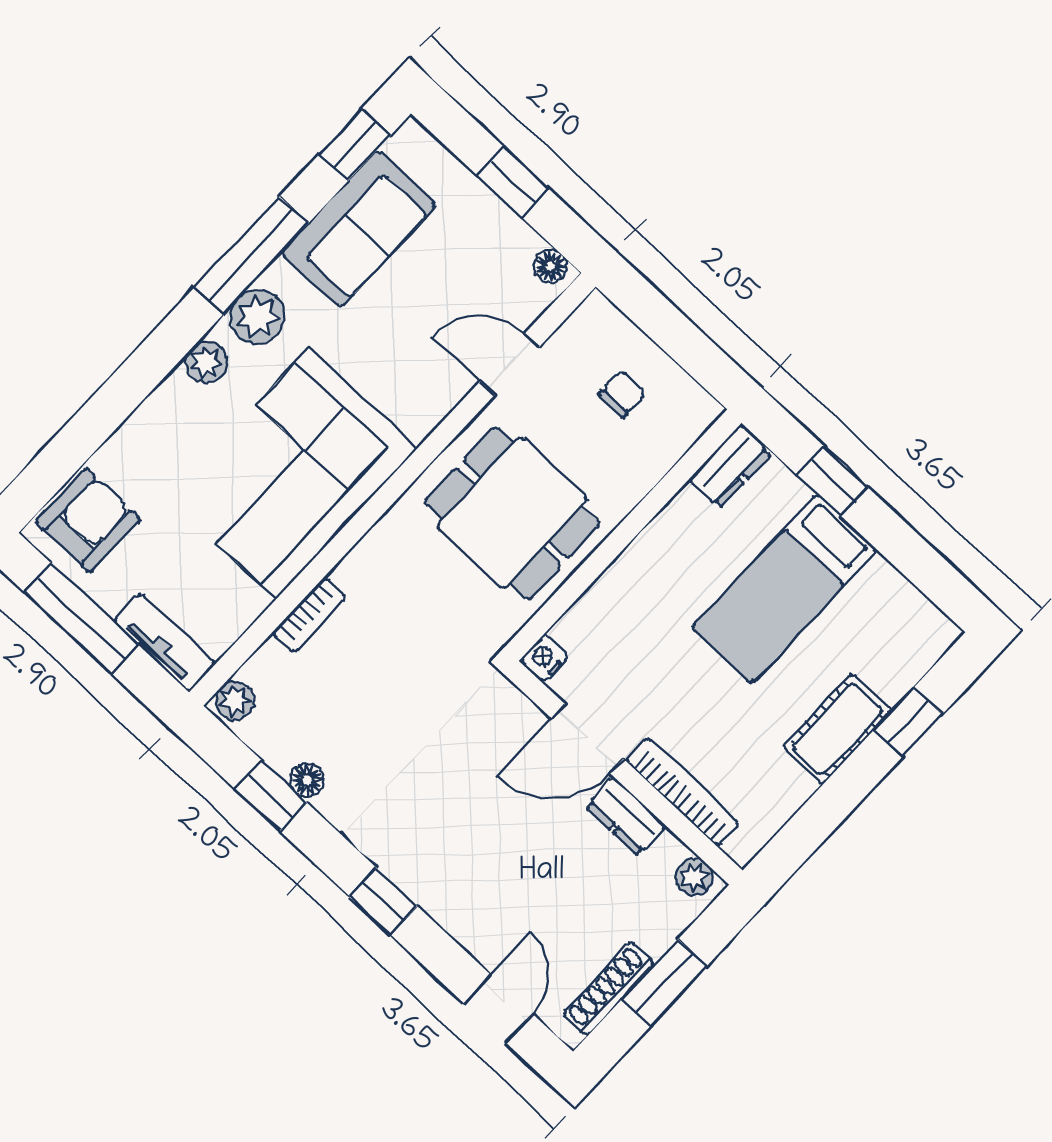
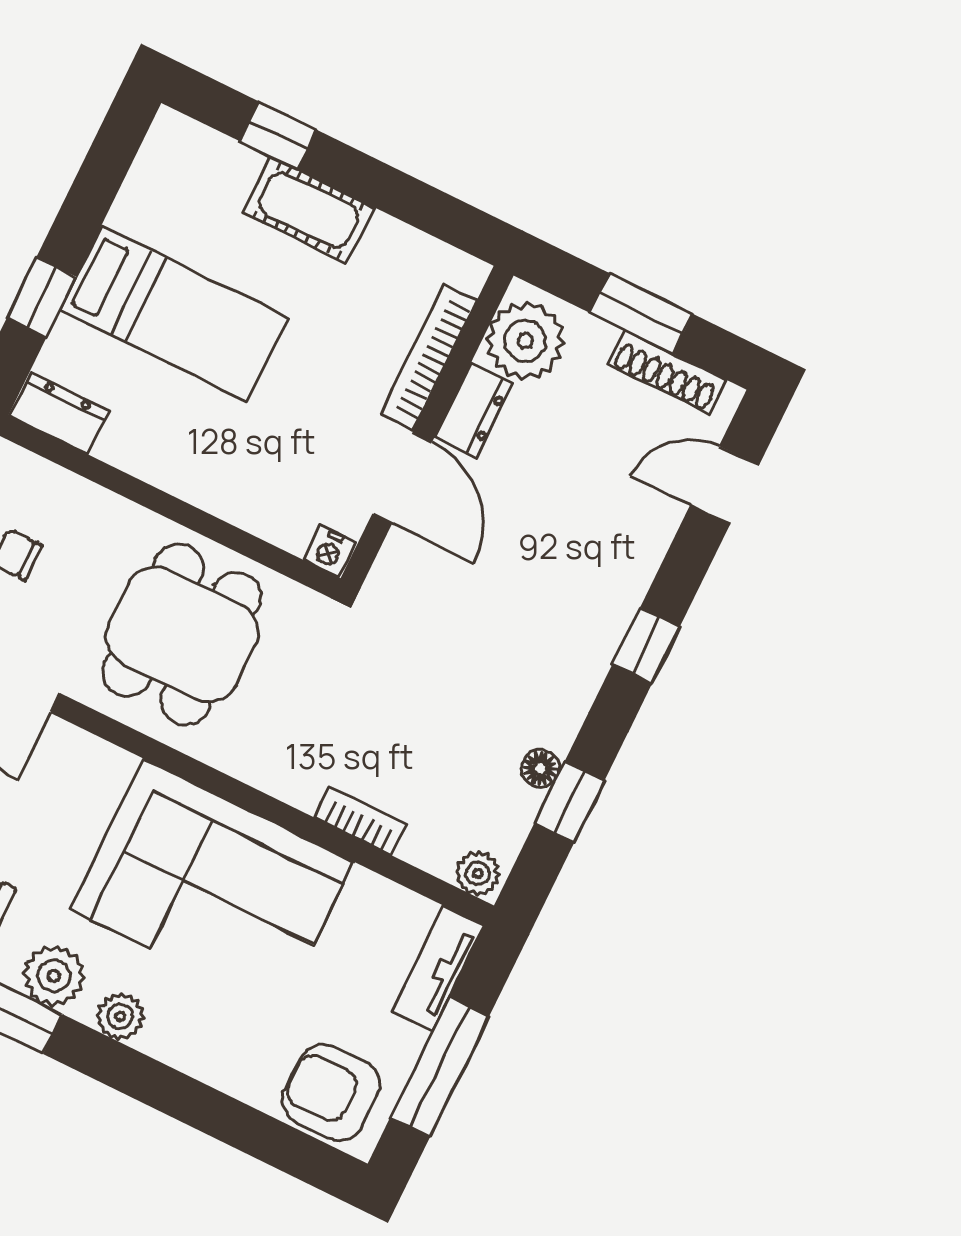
plant: (694, 877) -> (525, 341), width x1.88, depth x1.88

